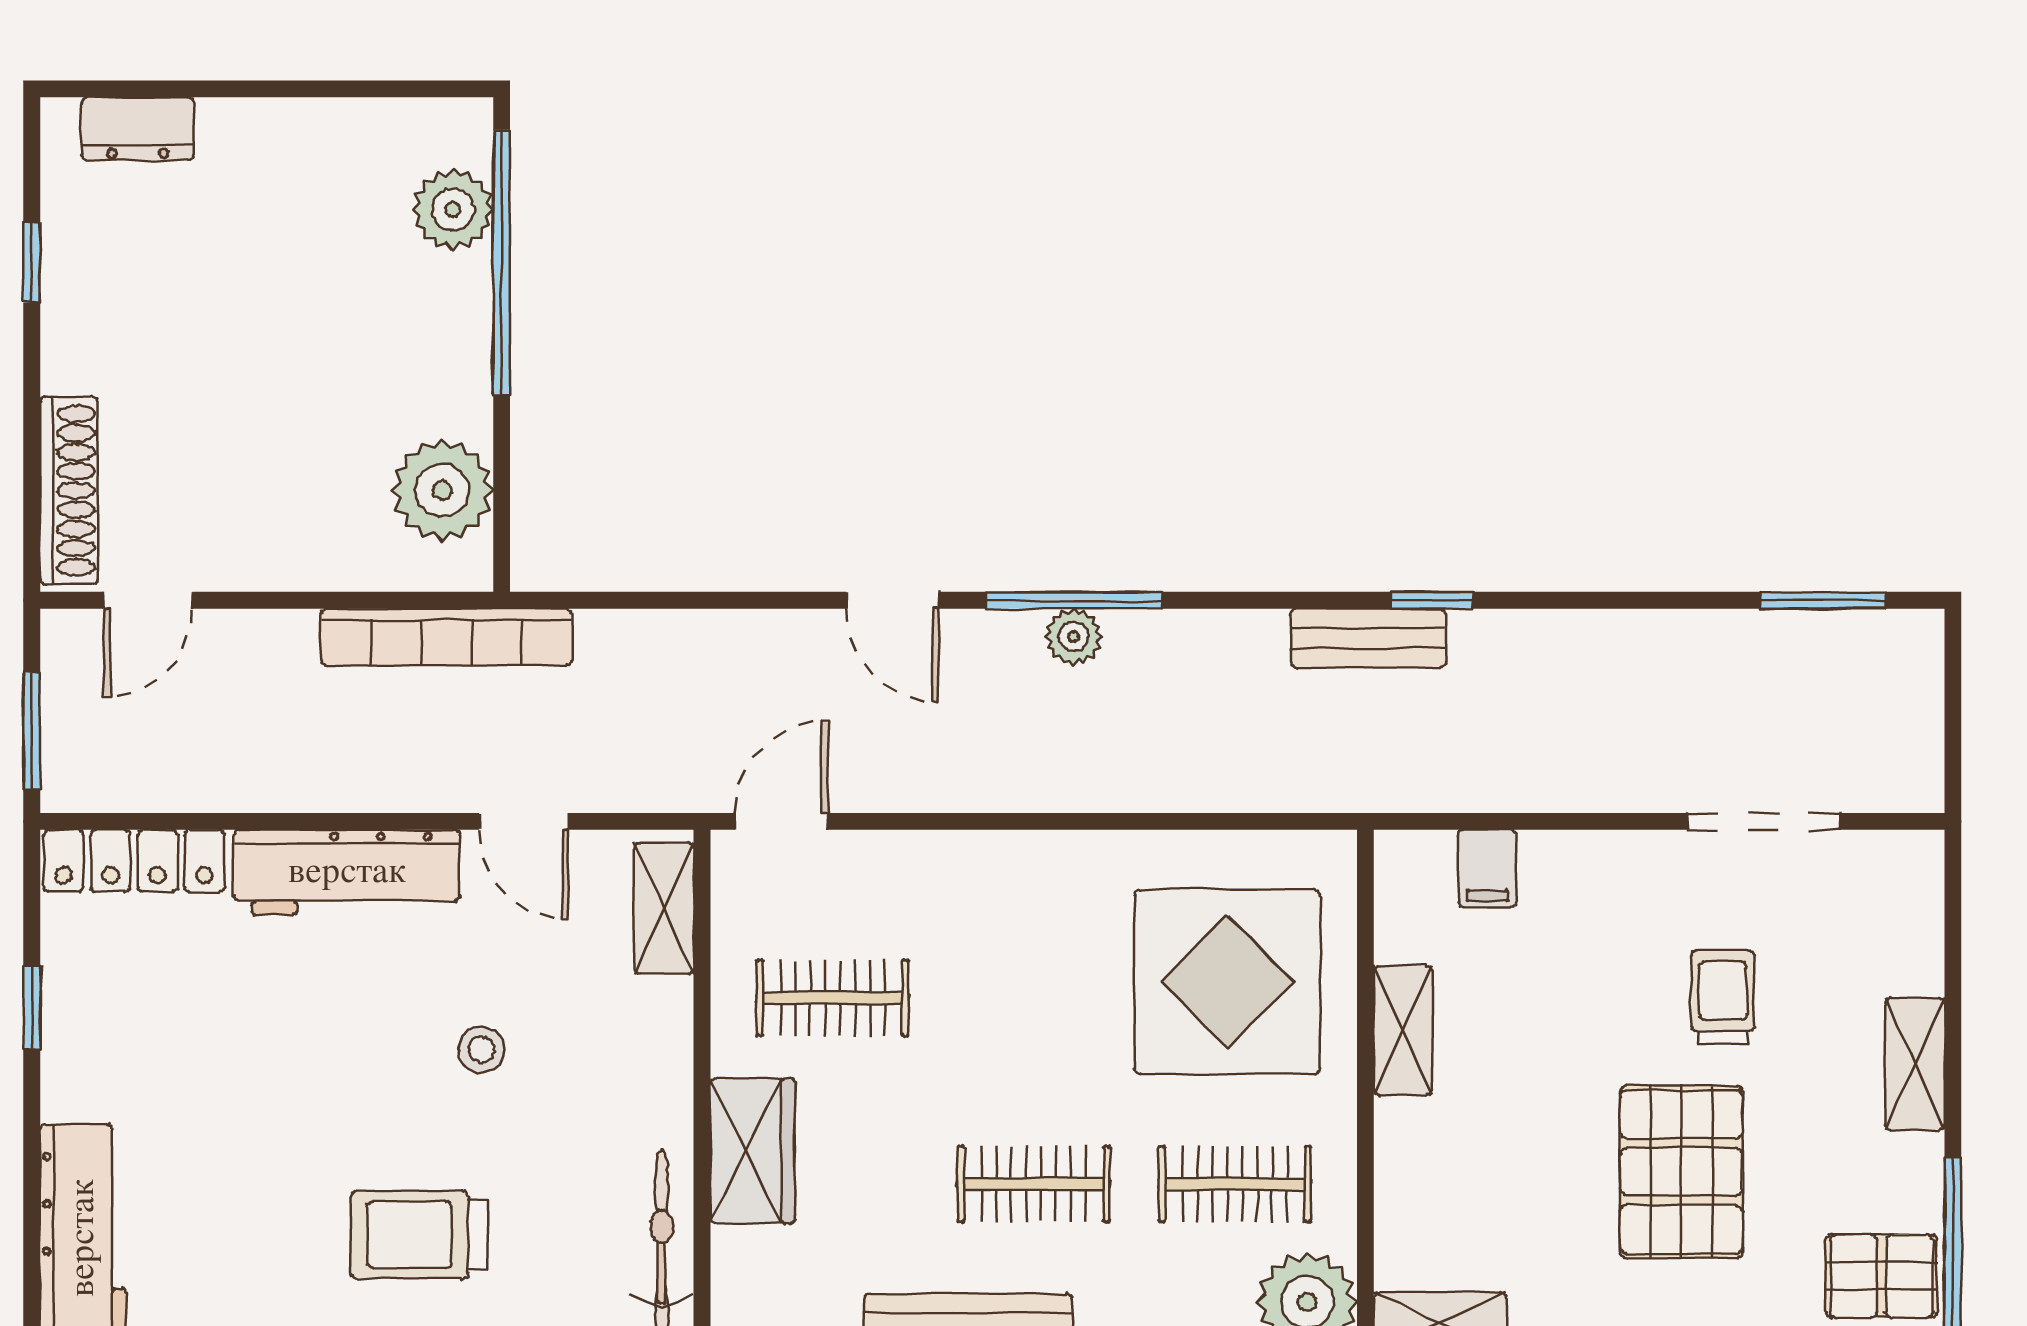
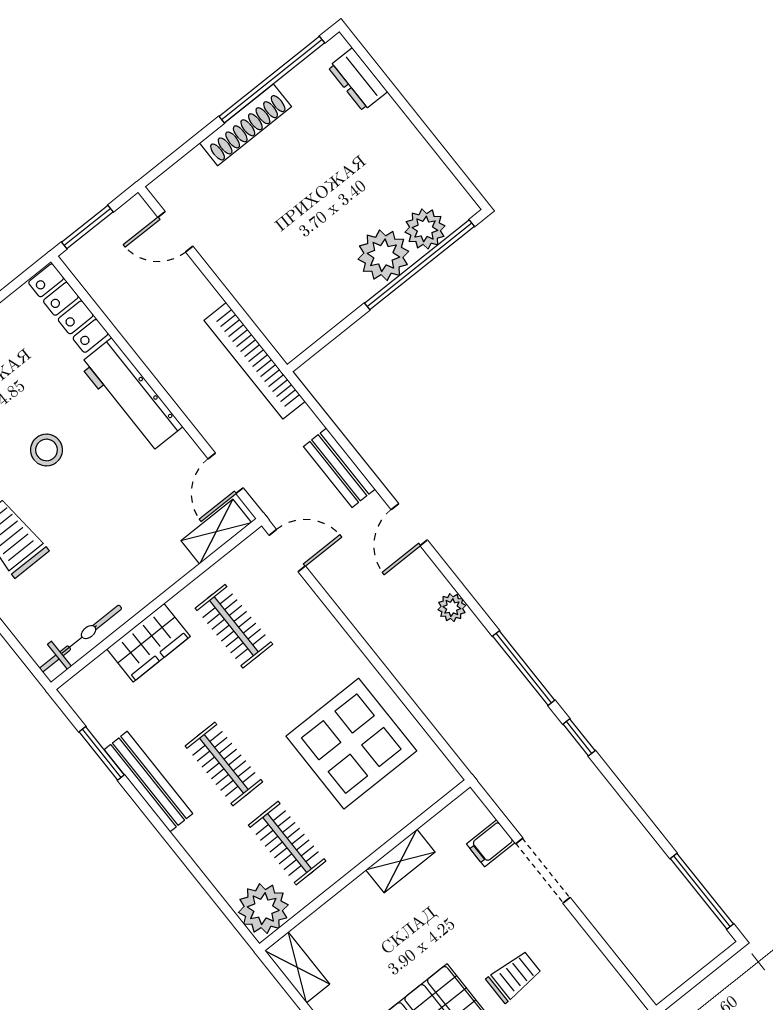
window: (32, 262) -> (272, 80), width x3.17
shoe rack: (69, 490) -> (245, 125), moved
plant: (442, 490) -> (383, 255), moved
window: (1074, 600) -> (524, 668), moved
window: (1823, 600) -> (702, 891), width x1.44
bench: (1368, 638) -> (339, 468), moved
door: (524, 821) -> (226, 473), moved
doorway: (1763, 821) -> (543, 871), moved
display table: (1227, 982) -> (351, 744), moved
stool: (482, 1050) -> (46, 450), moved, width x1.37, depth x1.37

